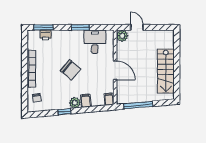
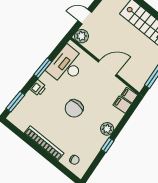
printer: (46, 35) -> (38, 88), moved
desk: (95, 42) -> (67, 65), width x1.37
chair: (71, 70) -> (74, 108), turned 140
filing cabinet: (86, 101) -> (122, 105), moved

